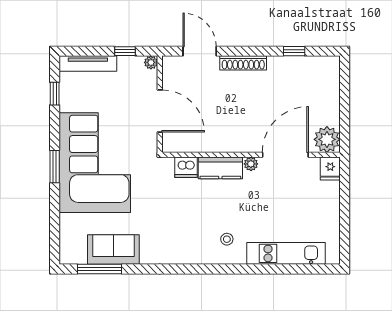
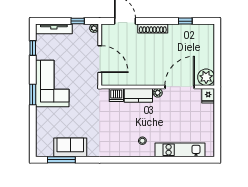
corner sofa: (95, 163) -> (52, 83), width x0.73, depth x0.74

